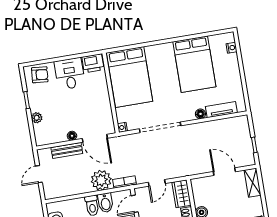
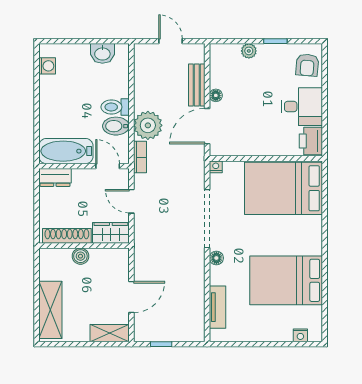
floor lamp: (200, 114) -> (216, 258), moved

